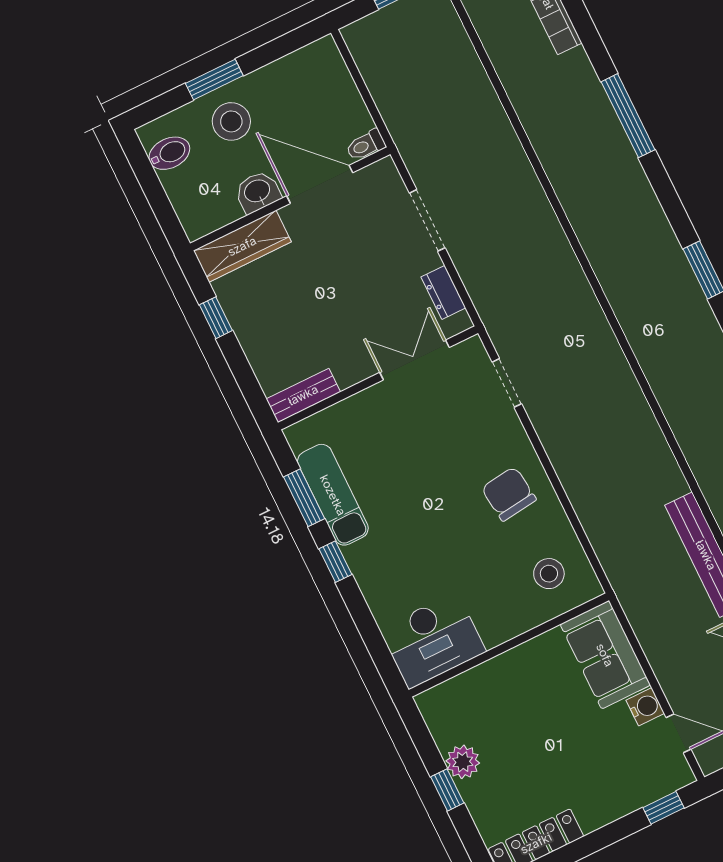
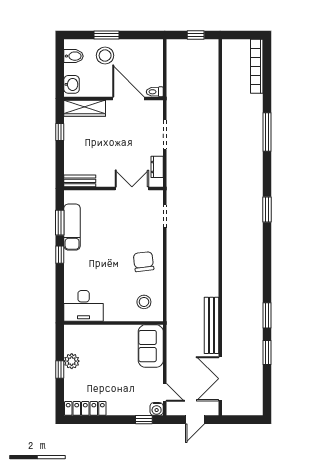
washbasin: (257, 192) -> (72, 84), moved, turned 90
water cooler: (645, 707) -> (157, 409), moved, turned 90

